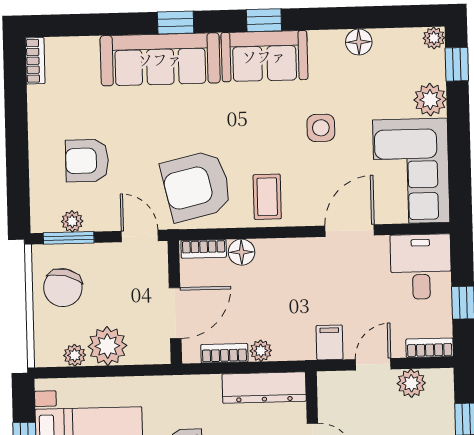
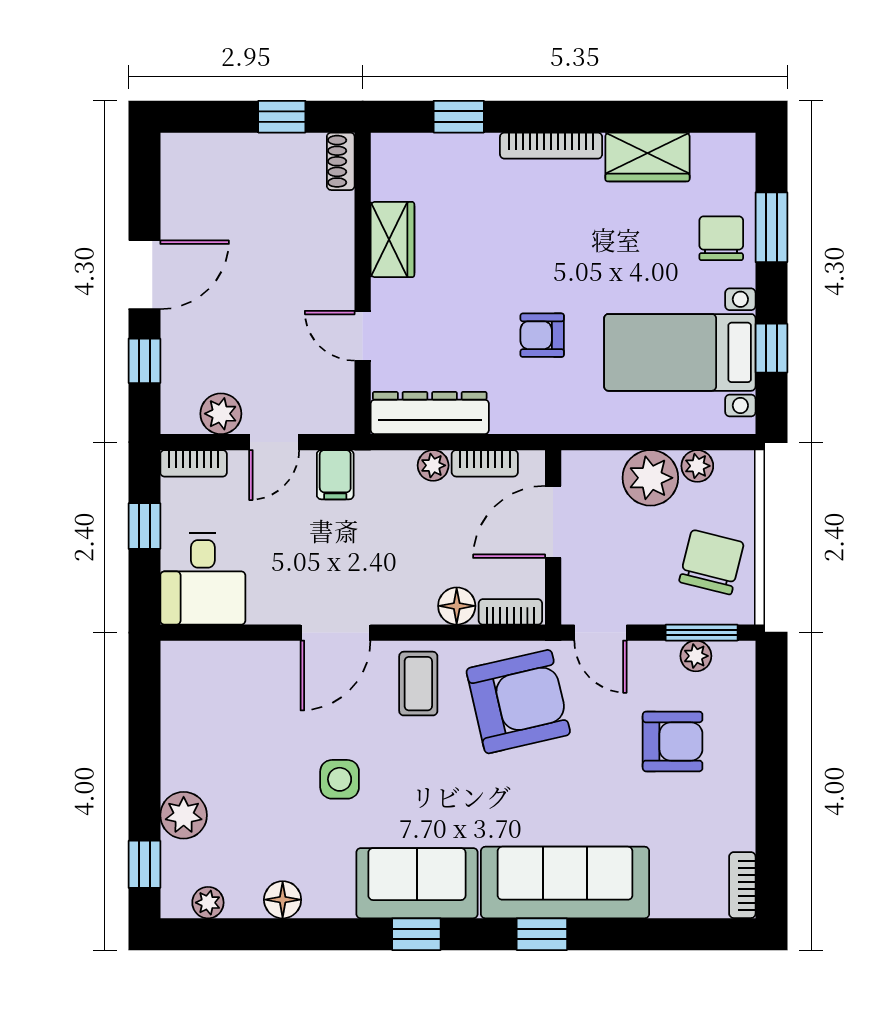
plant: (434, 38) -> (208, 903), moved
corner sofa: (411, 171) -> (213, 715), removed
door: (350, 231) -> (336, 633), moved

